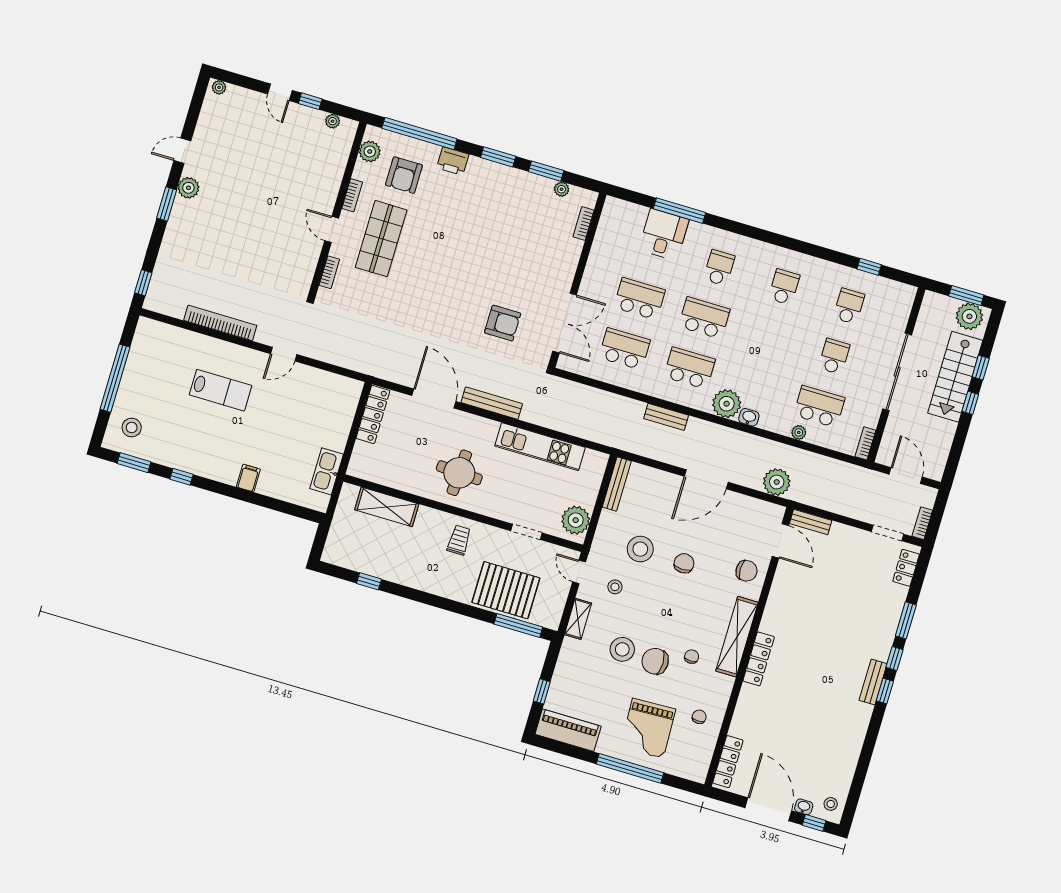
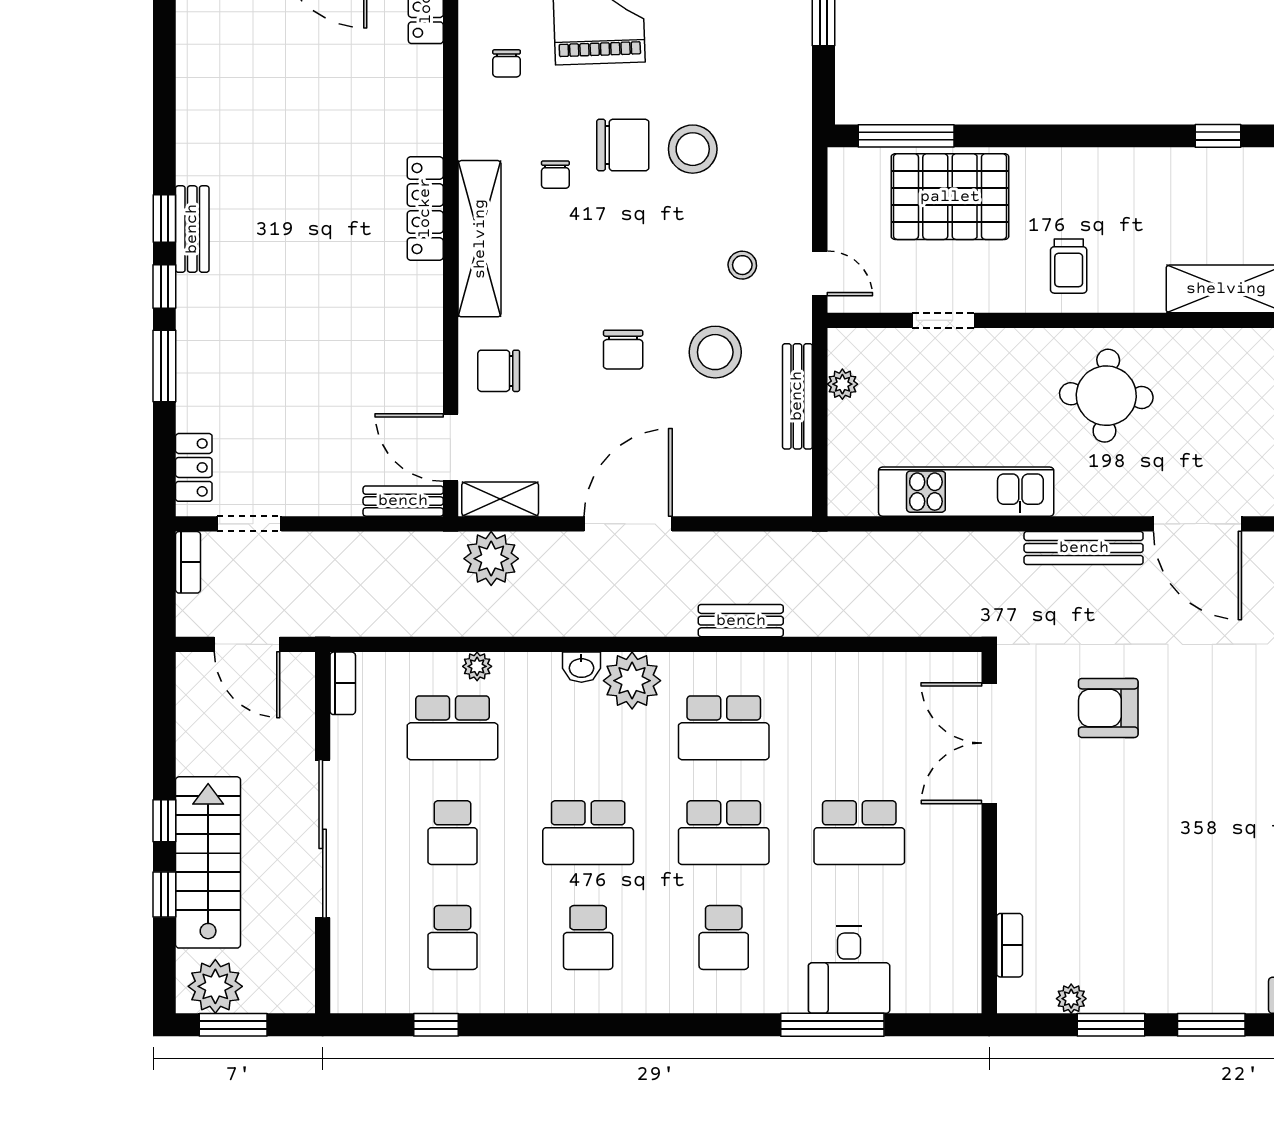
school desk: (625, 349) -> (588, 833), moved
bench: (617, 484) -> (797, 396), moved
plant: (576, 520) -> (842, 384), width x0.53, depth x0.53
shelving: (578, 619) -> (500, 499), moved, turned 90

